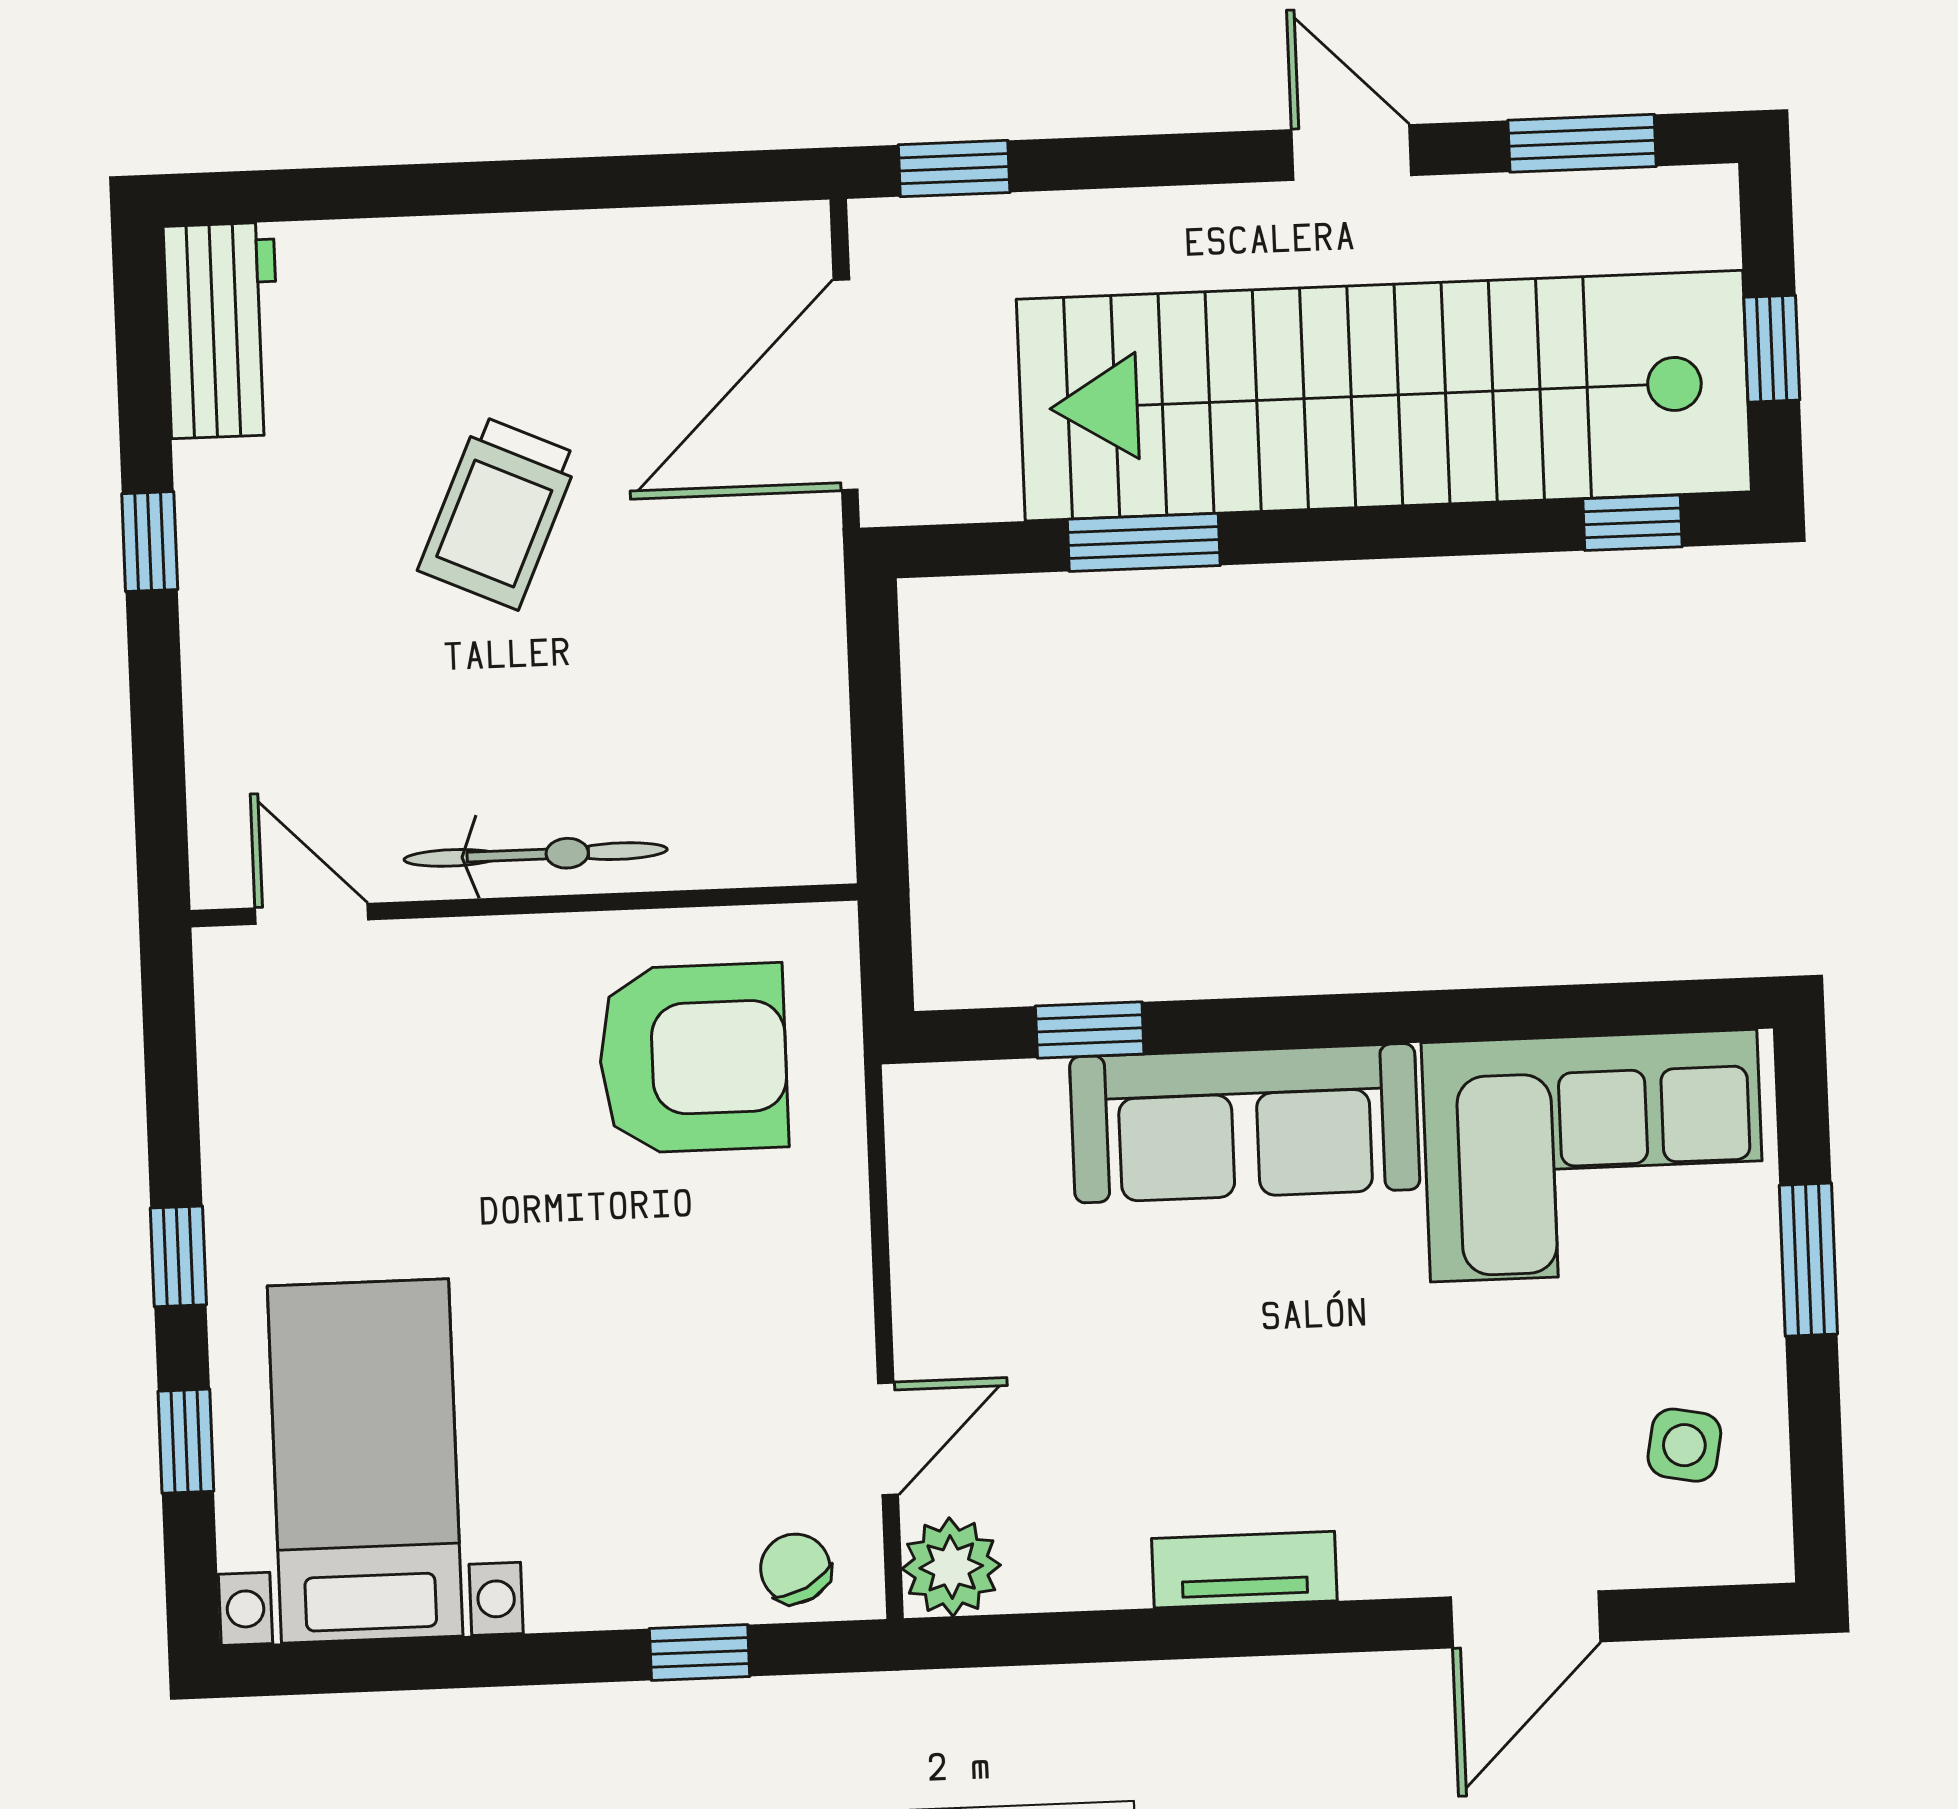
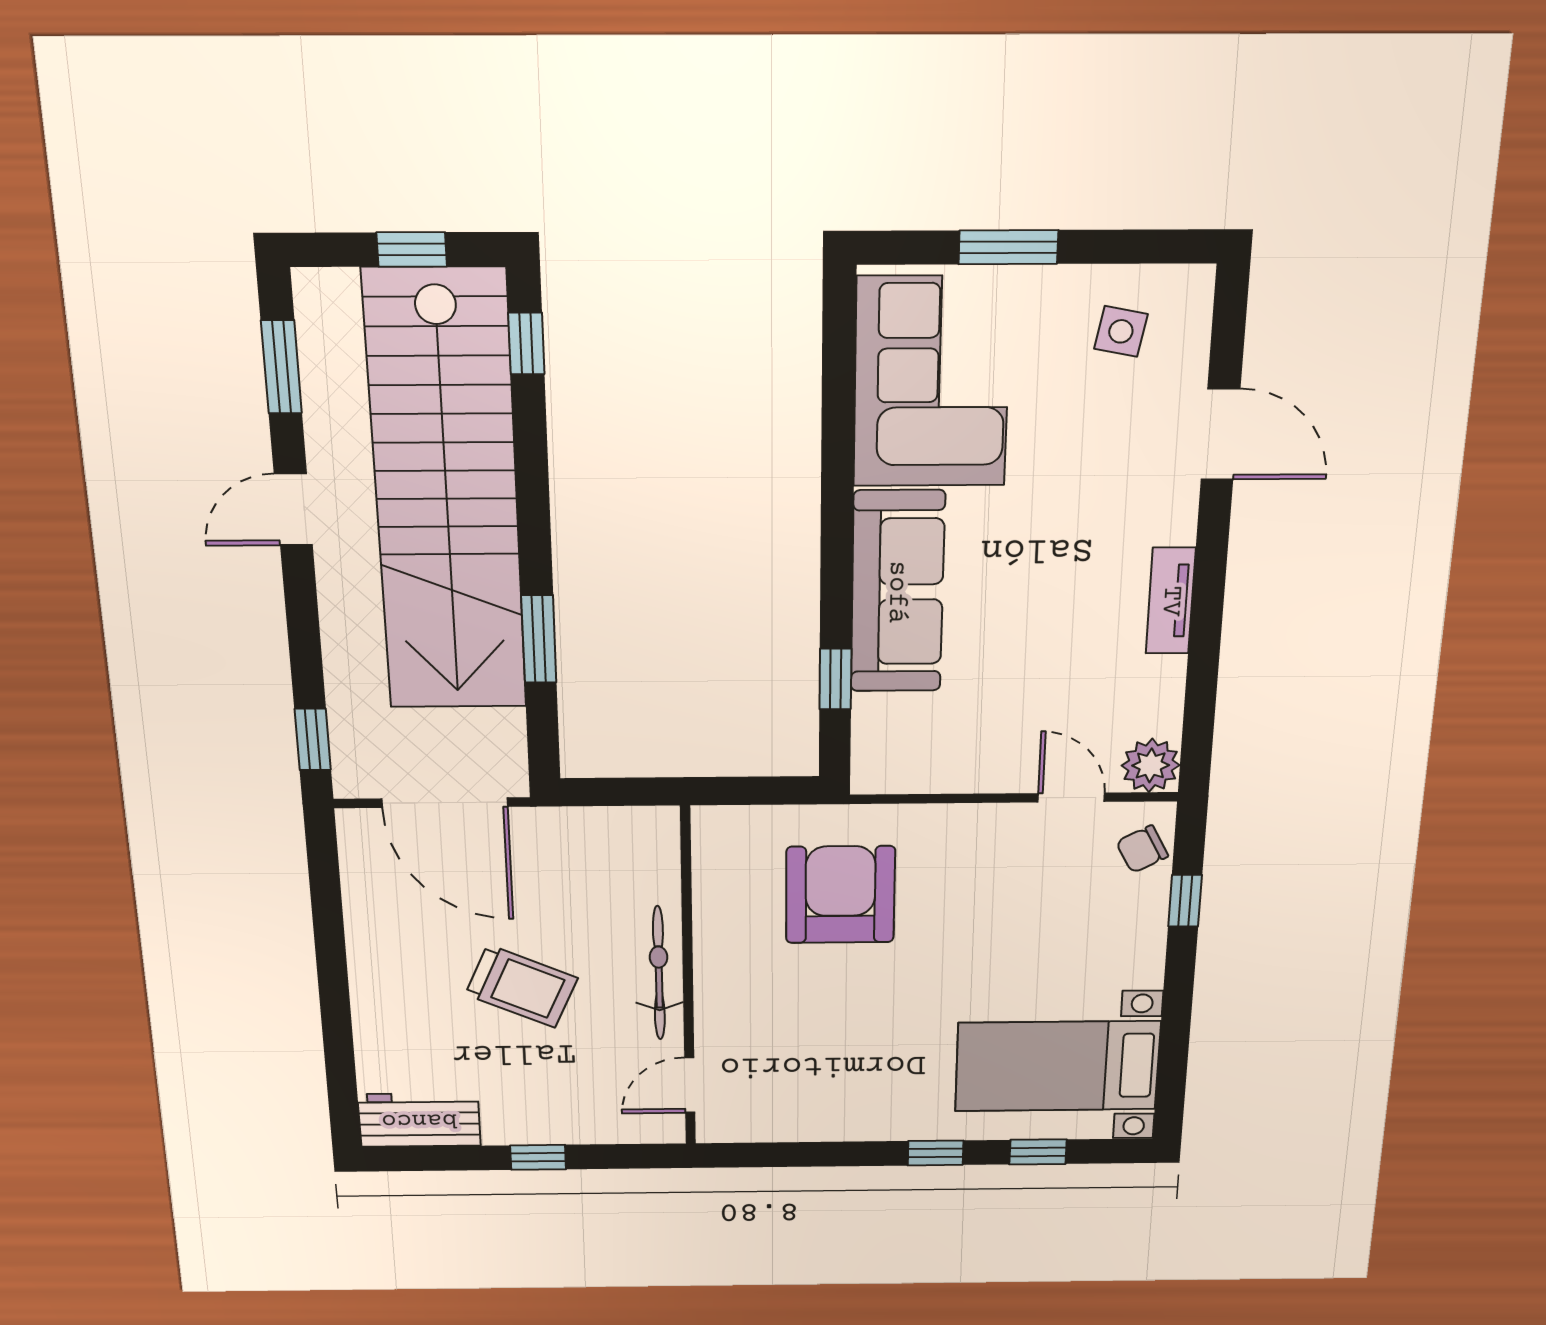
bicycle: (536, 854) -> (659, 973), moved
wall: (524, 905) -> (688, 980), moved
door: (312, 914) -> (690, 1085), moved

